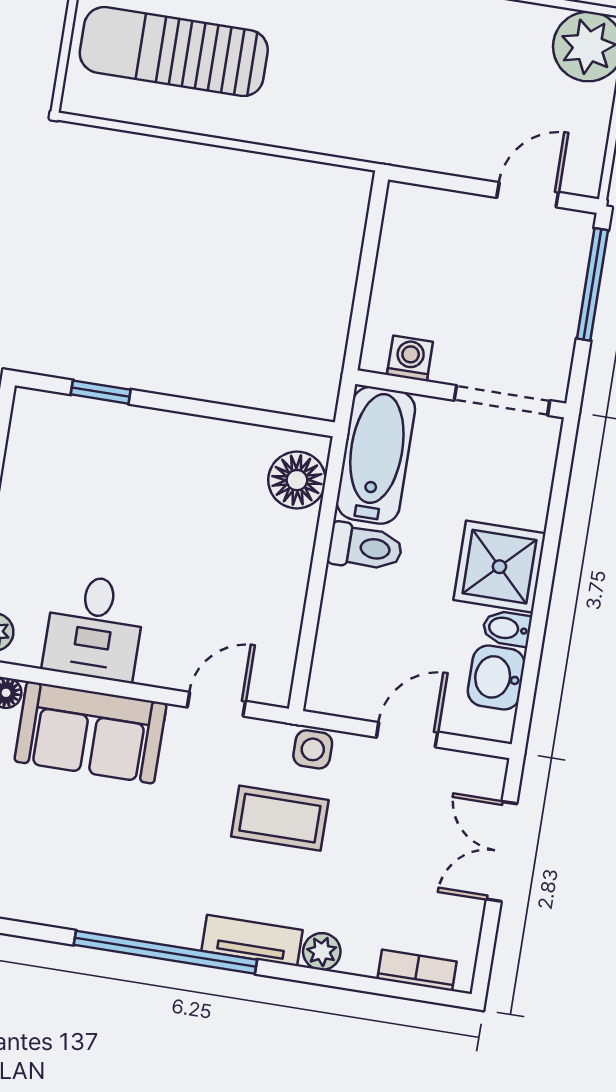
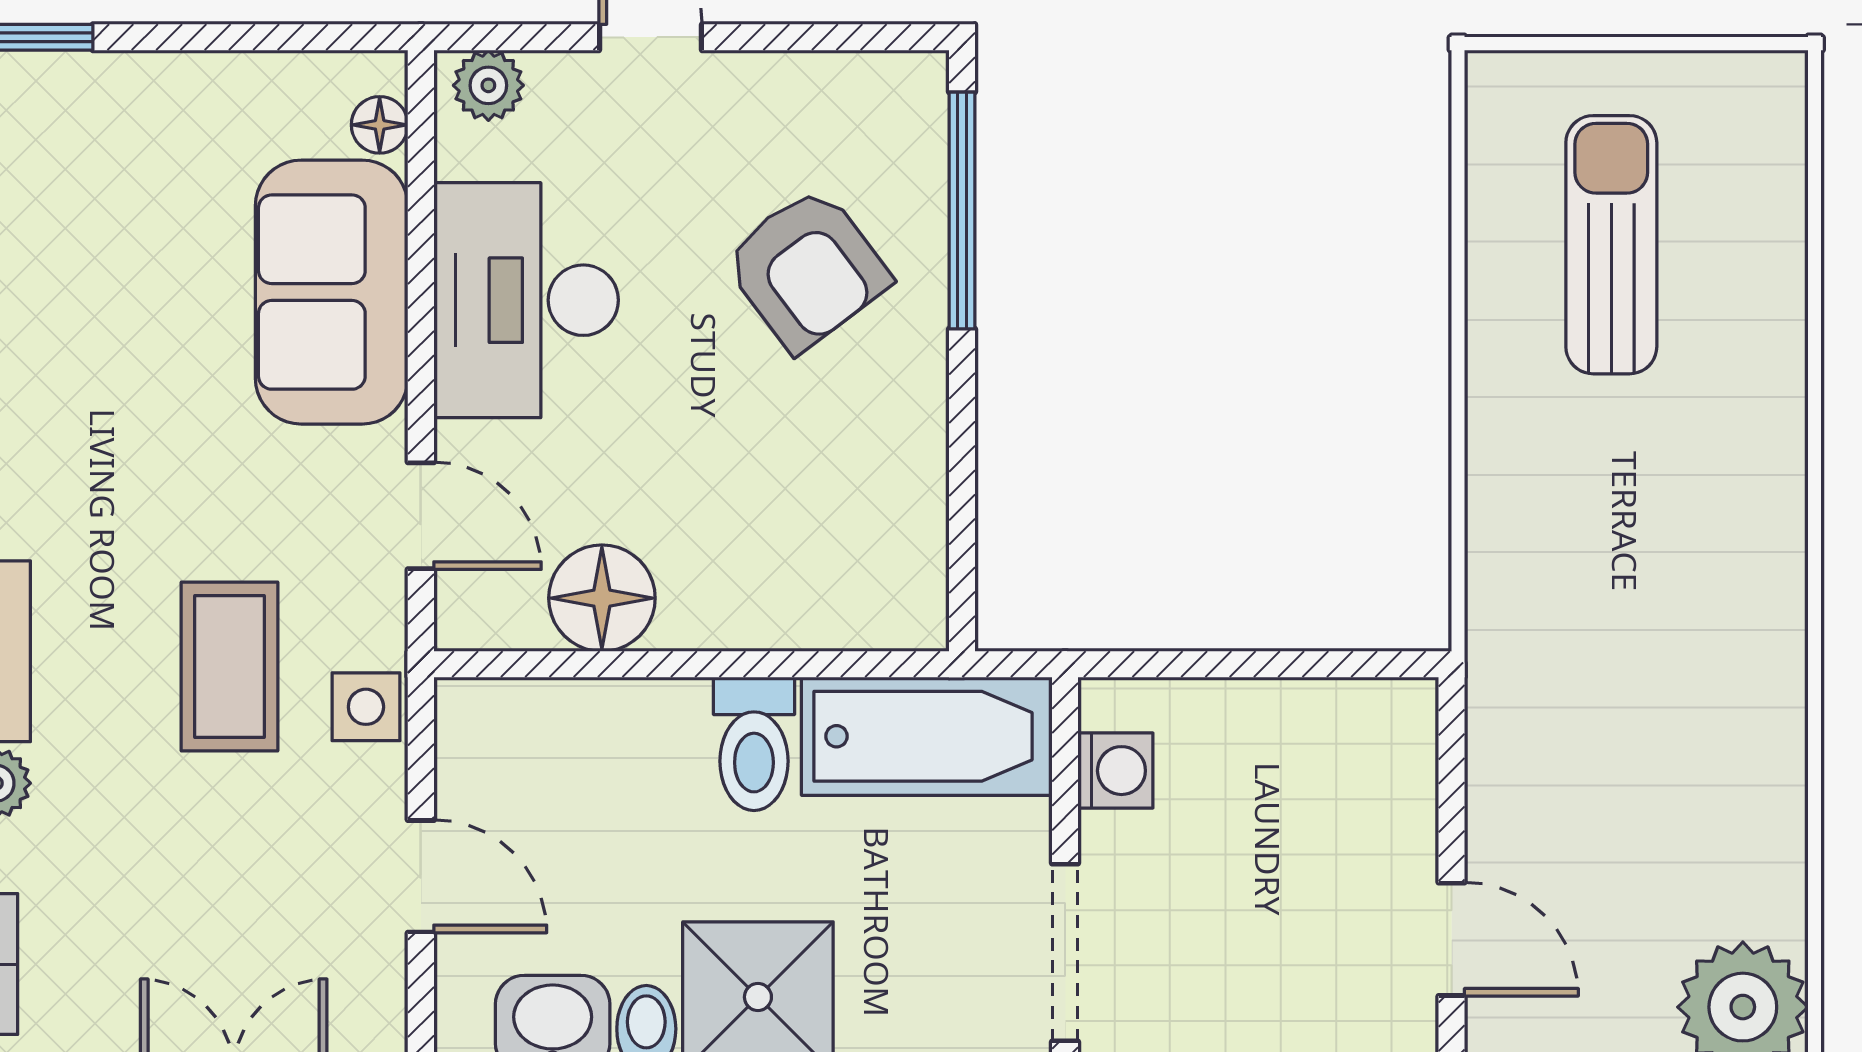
sun lounger: (174, 51) -> (1611, 245), width x0.73, depth x0.75
window: (101, 392) -> (962, 211), width x2.17
armchair: (118, 479) -> (807, 269), added
floor lamp: (297, 480) -> (602, 598), moved
desk: (94, 628) -> (526, 300), width x1.37

